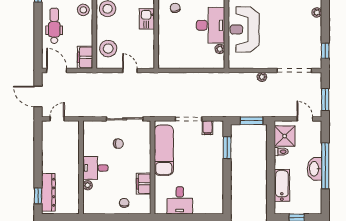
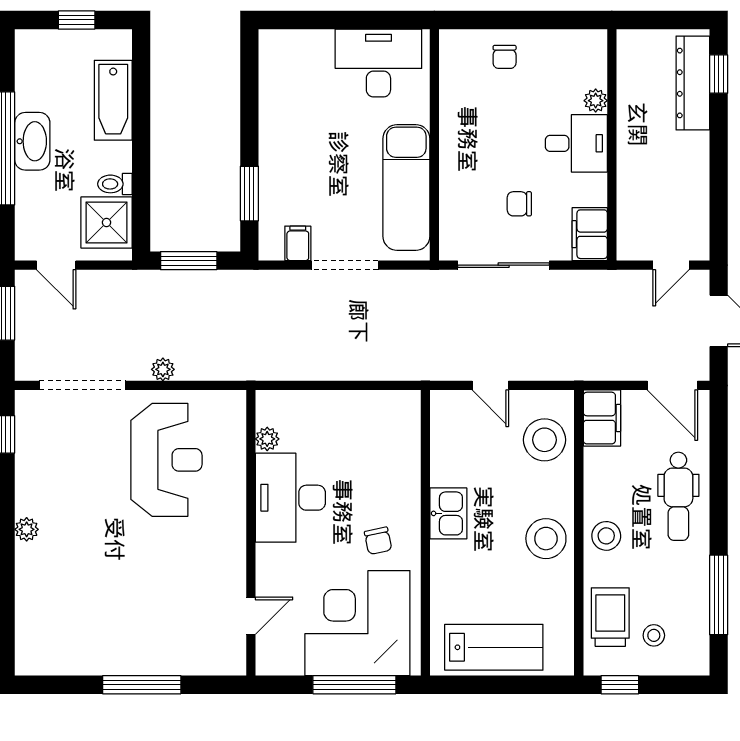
reception desk: (245, 29) -> (166, 460), moved
filing cabinet: (144, 184) -> (590, 234), moved, turned 180
desk: (180, 200) -> (378, 63), width x1.37

